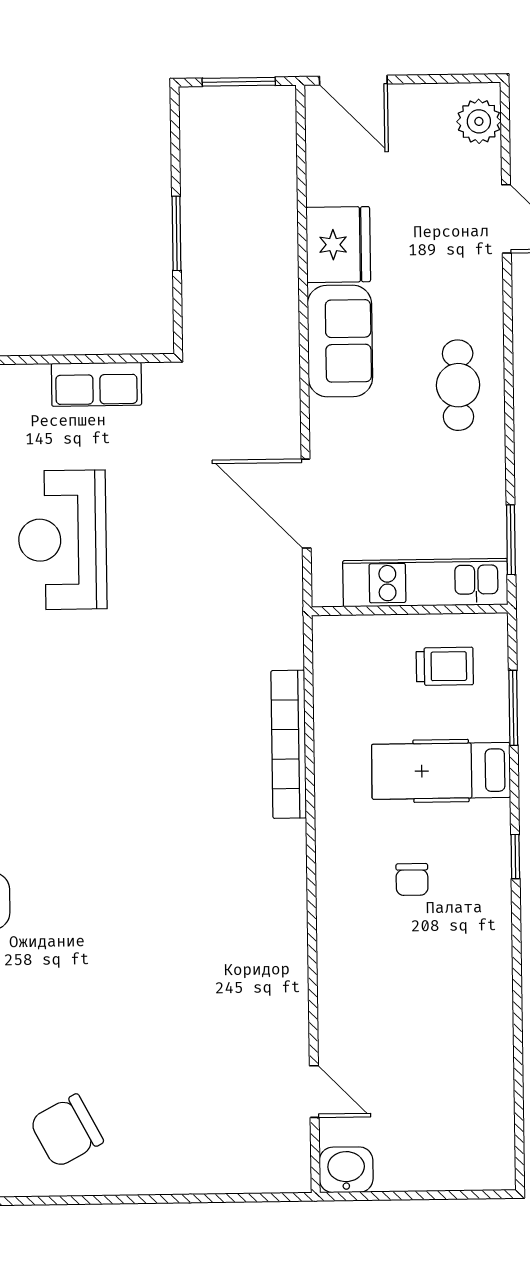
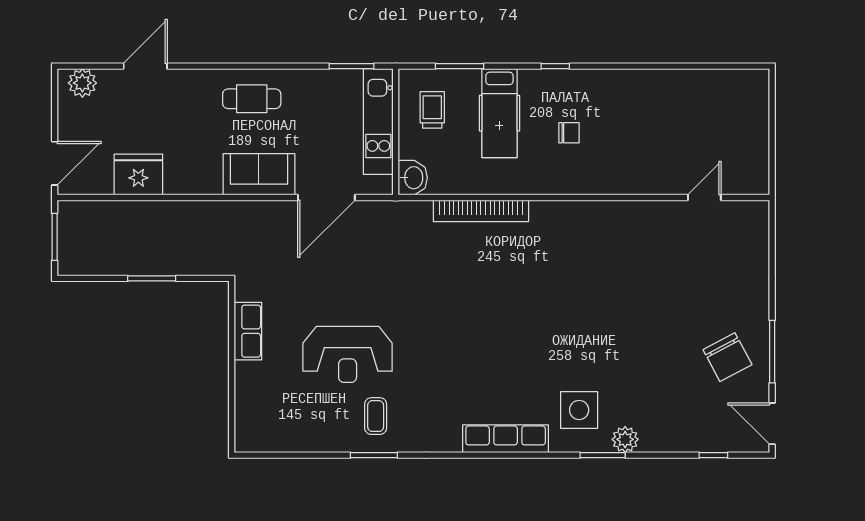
fridge: (338, 245) -> (138, 175), moved
sofa: (340, 341) -> (259, 174), moved
washbasin: (346, 1170) -> (413, 178), moved, turned 180
window: (76, 1200) -> (772, 352), added

